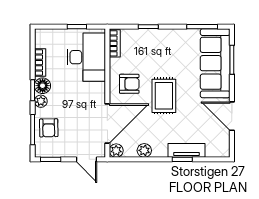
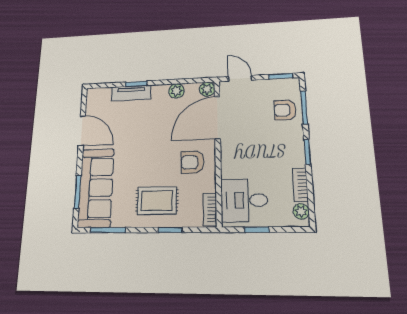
desk: (86, 57) -> (244, 200), width x0.73
floor lamp: (43, 86) -> (295, 157), removed
rug: (164, 96) -> (157, 201), moved, turned 90
plant: (41, 101) -> (301, 211), moved
armchair: (49, 128) -> (285, 110), turned -89

